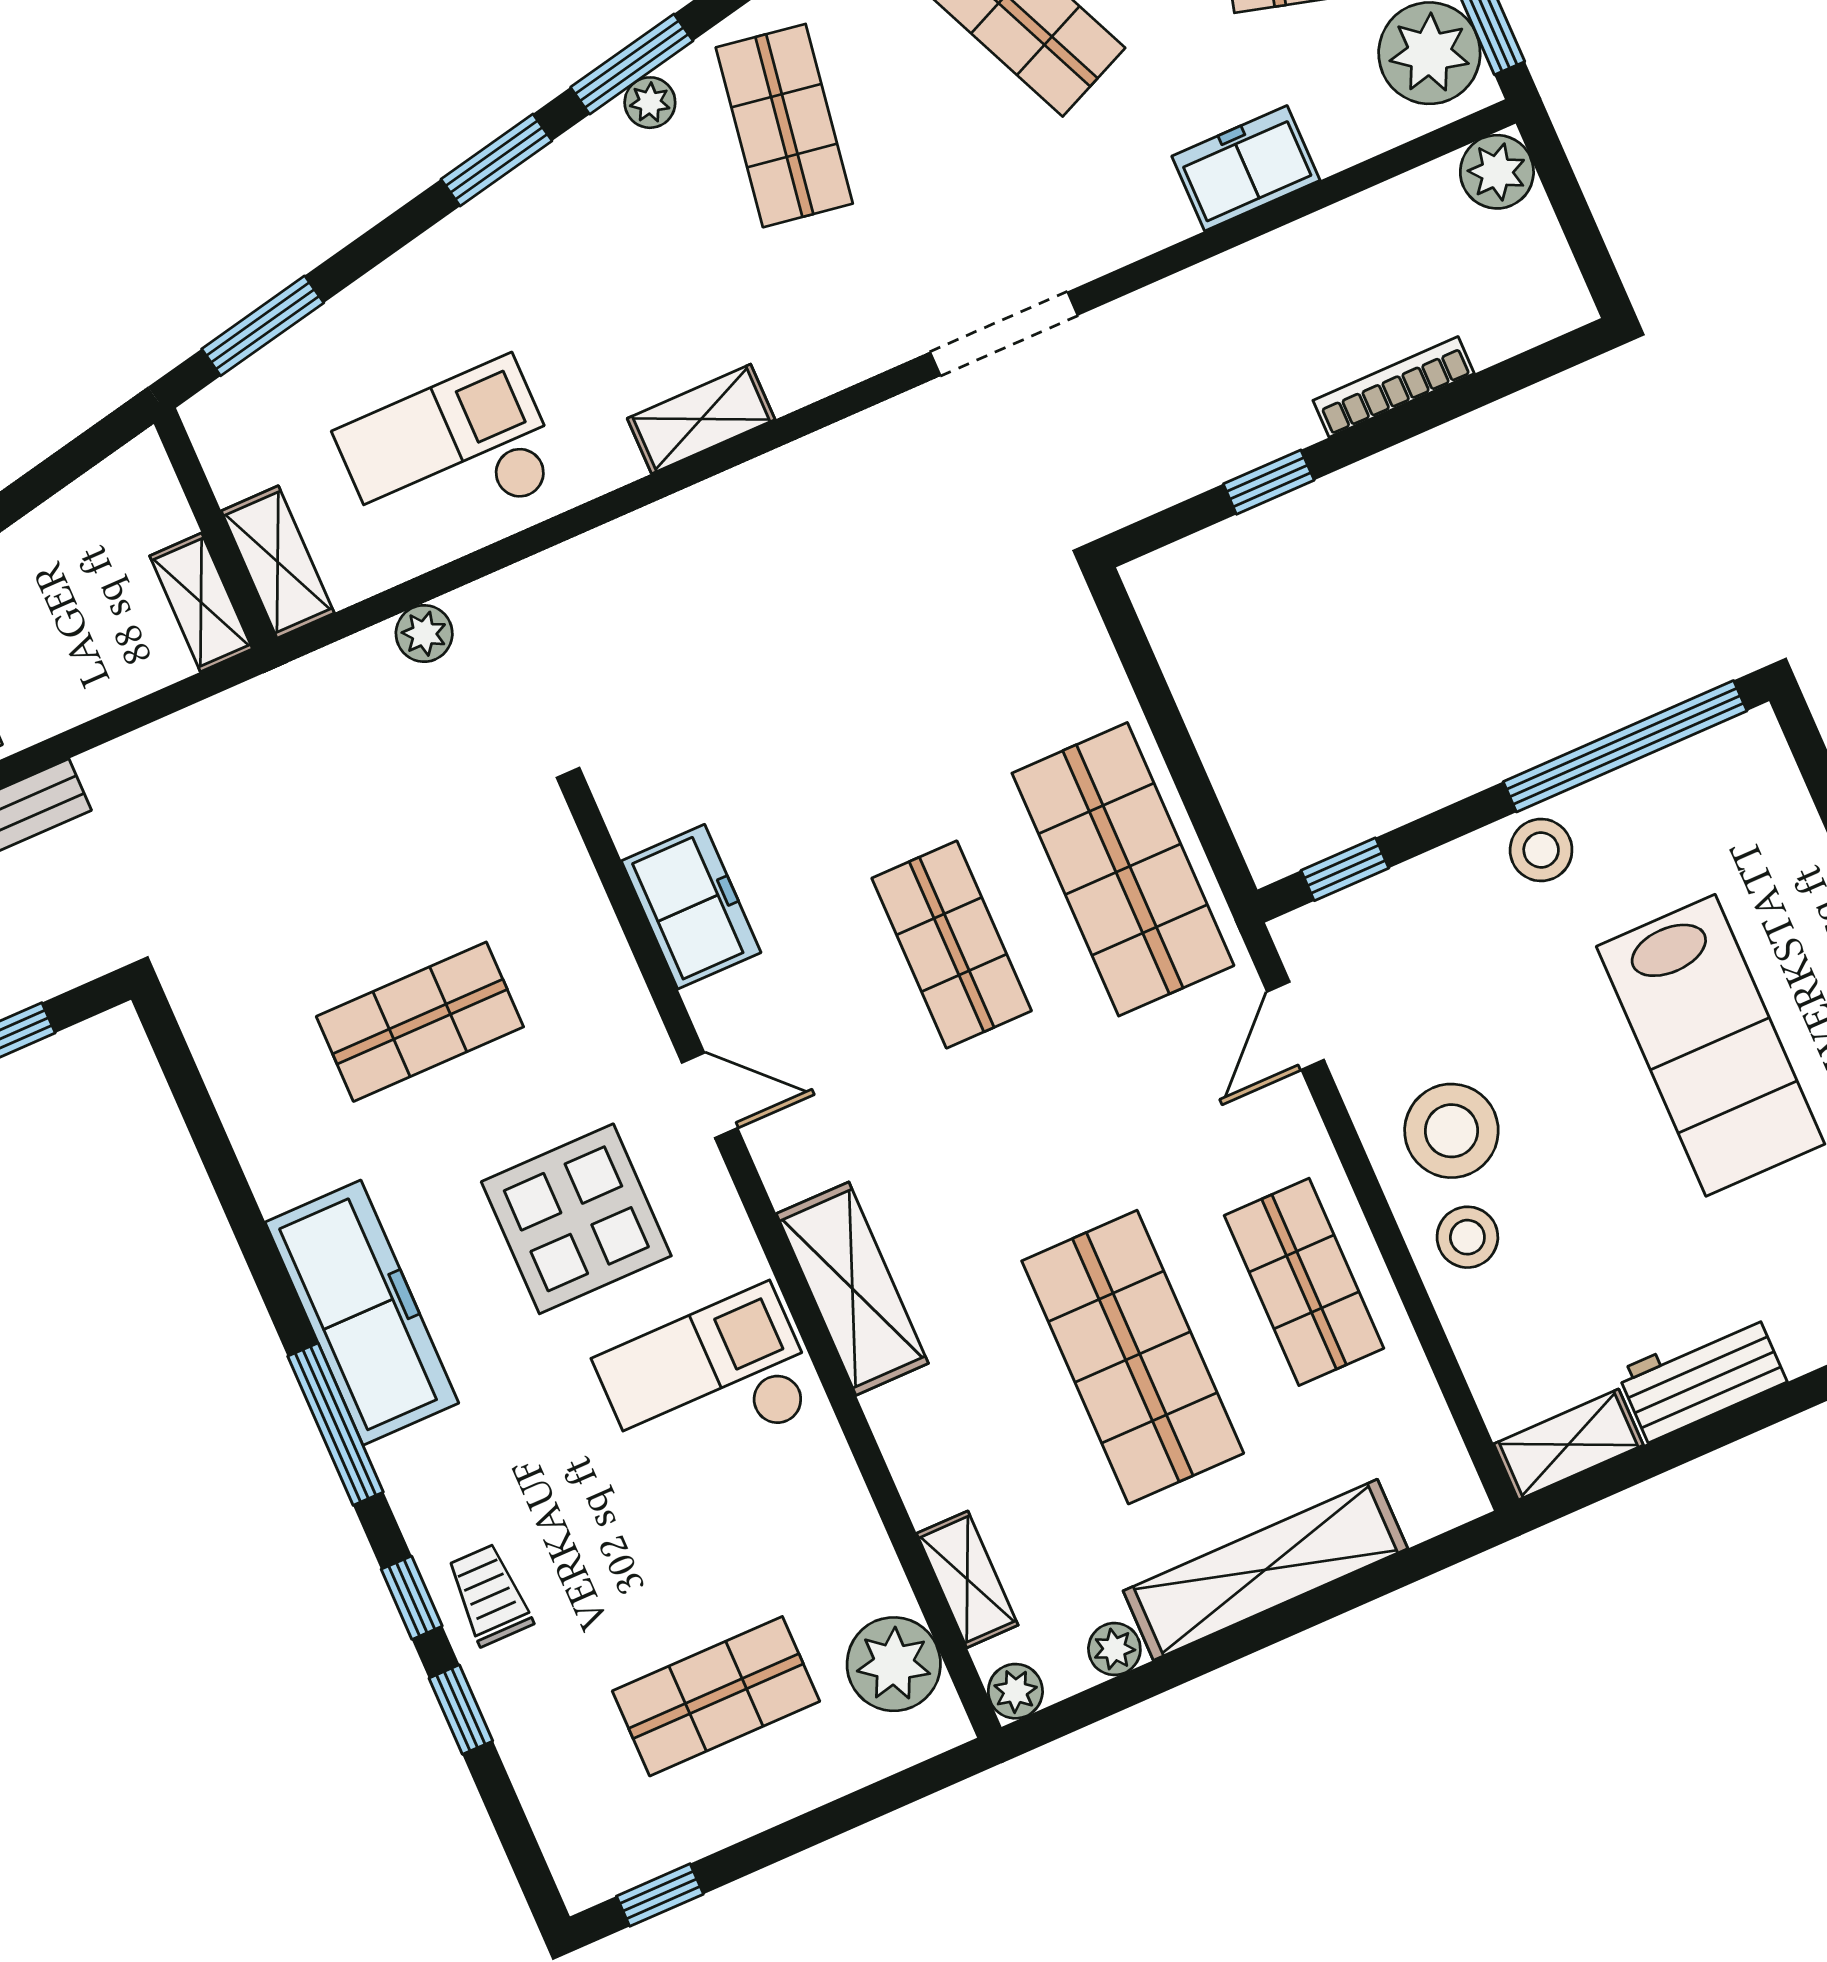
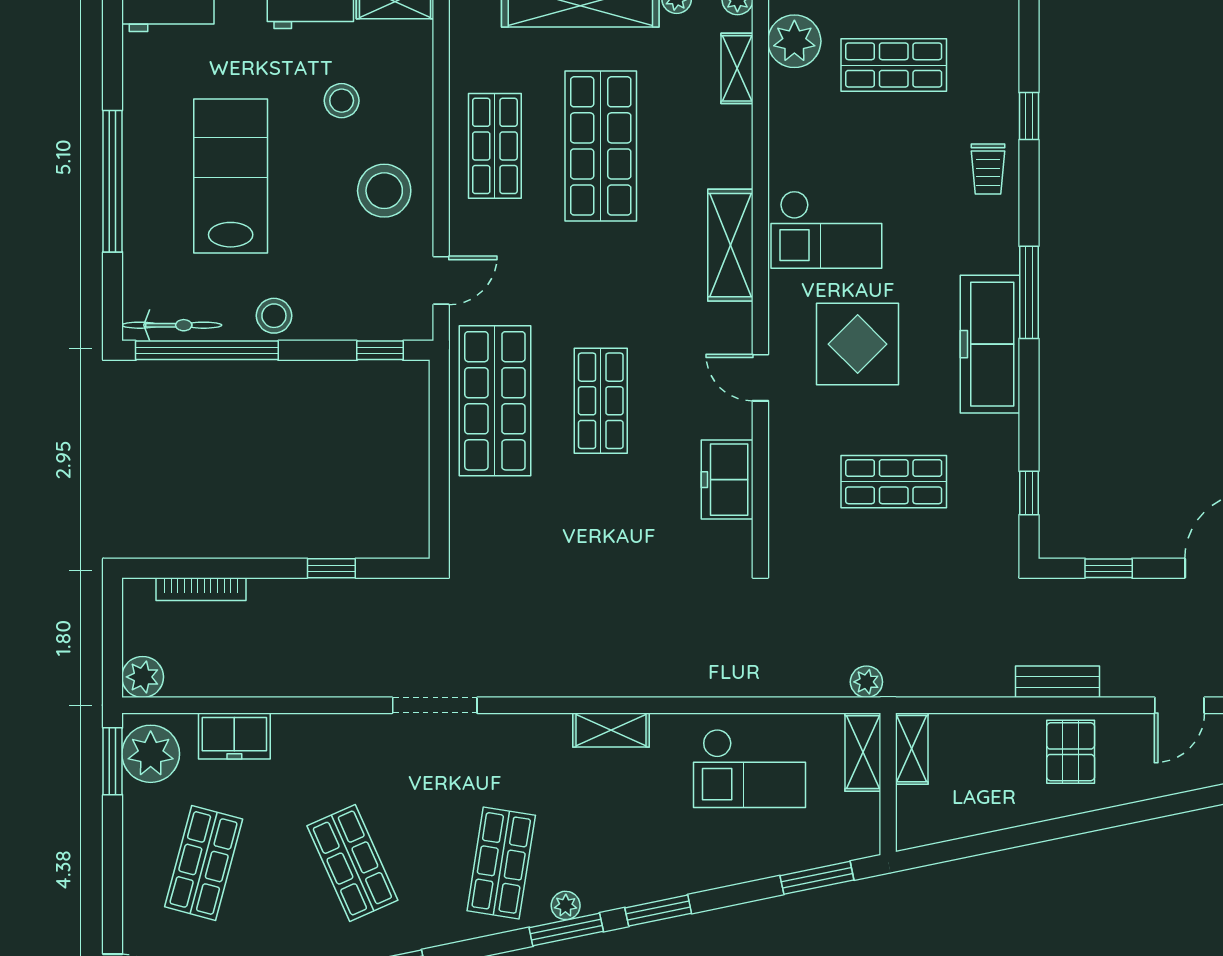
freezer: (1246, 168) -> (234, 736), moved
bookcase: (1394, 387) -> (201, 589), moved
plant: (424, 634) -> (866, 682), moved
bicycle: (1700, 762) -> (172, 325), added
stool: (1467, 1237) -> (342, 101), moved
window: (412, 1598) -> (1029, 493), moved

